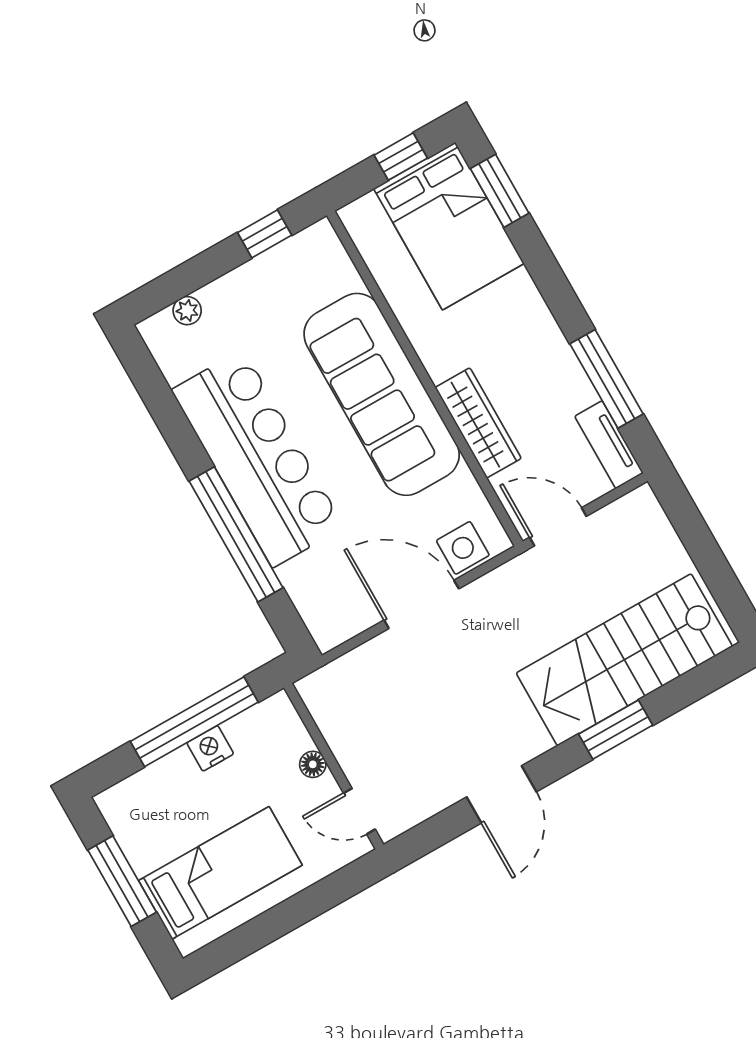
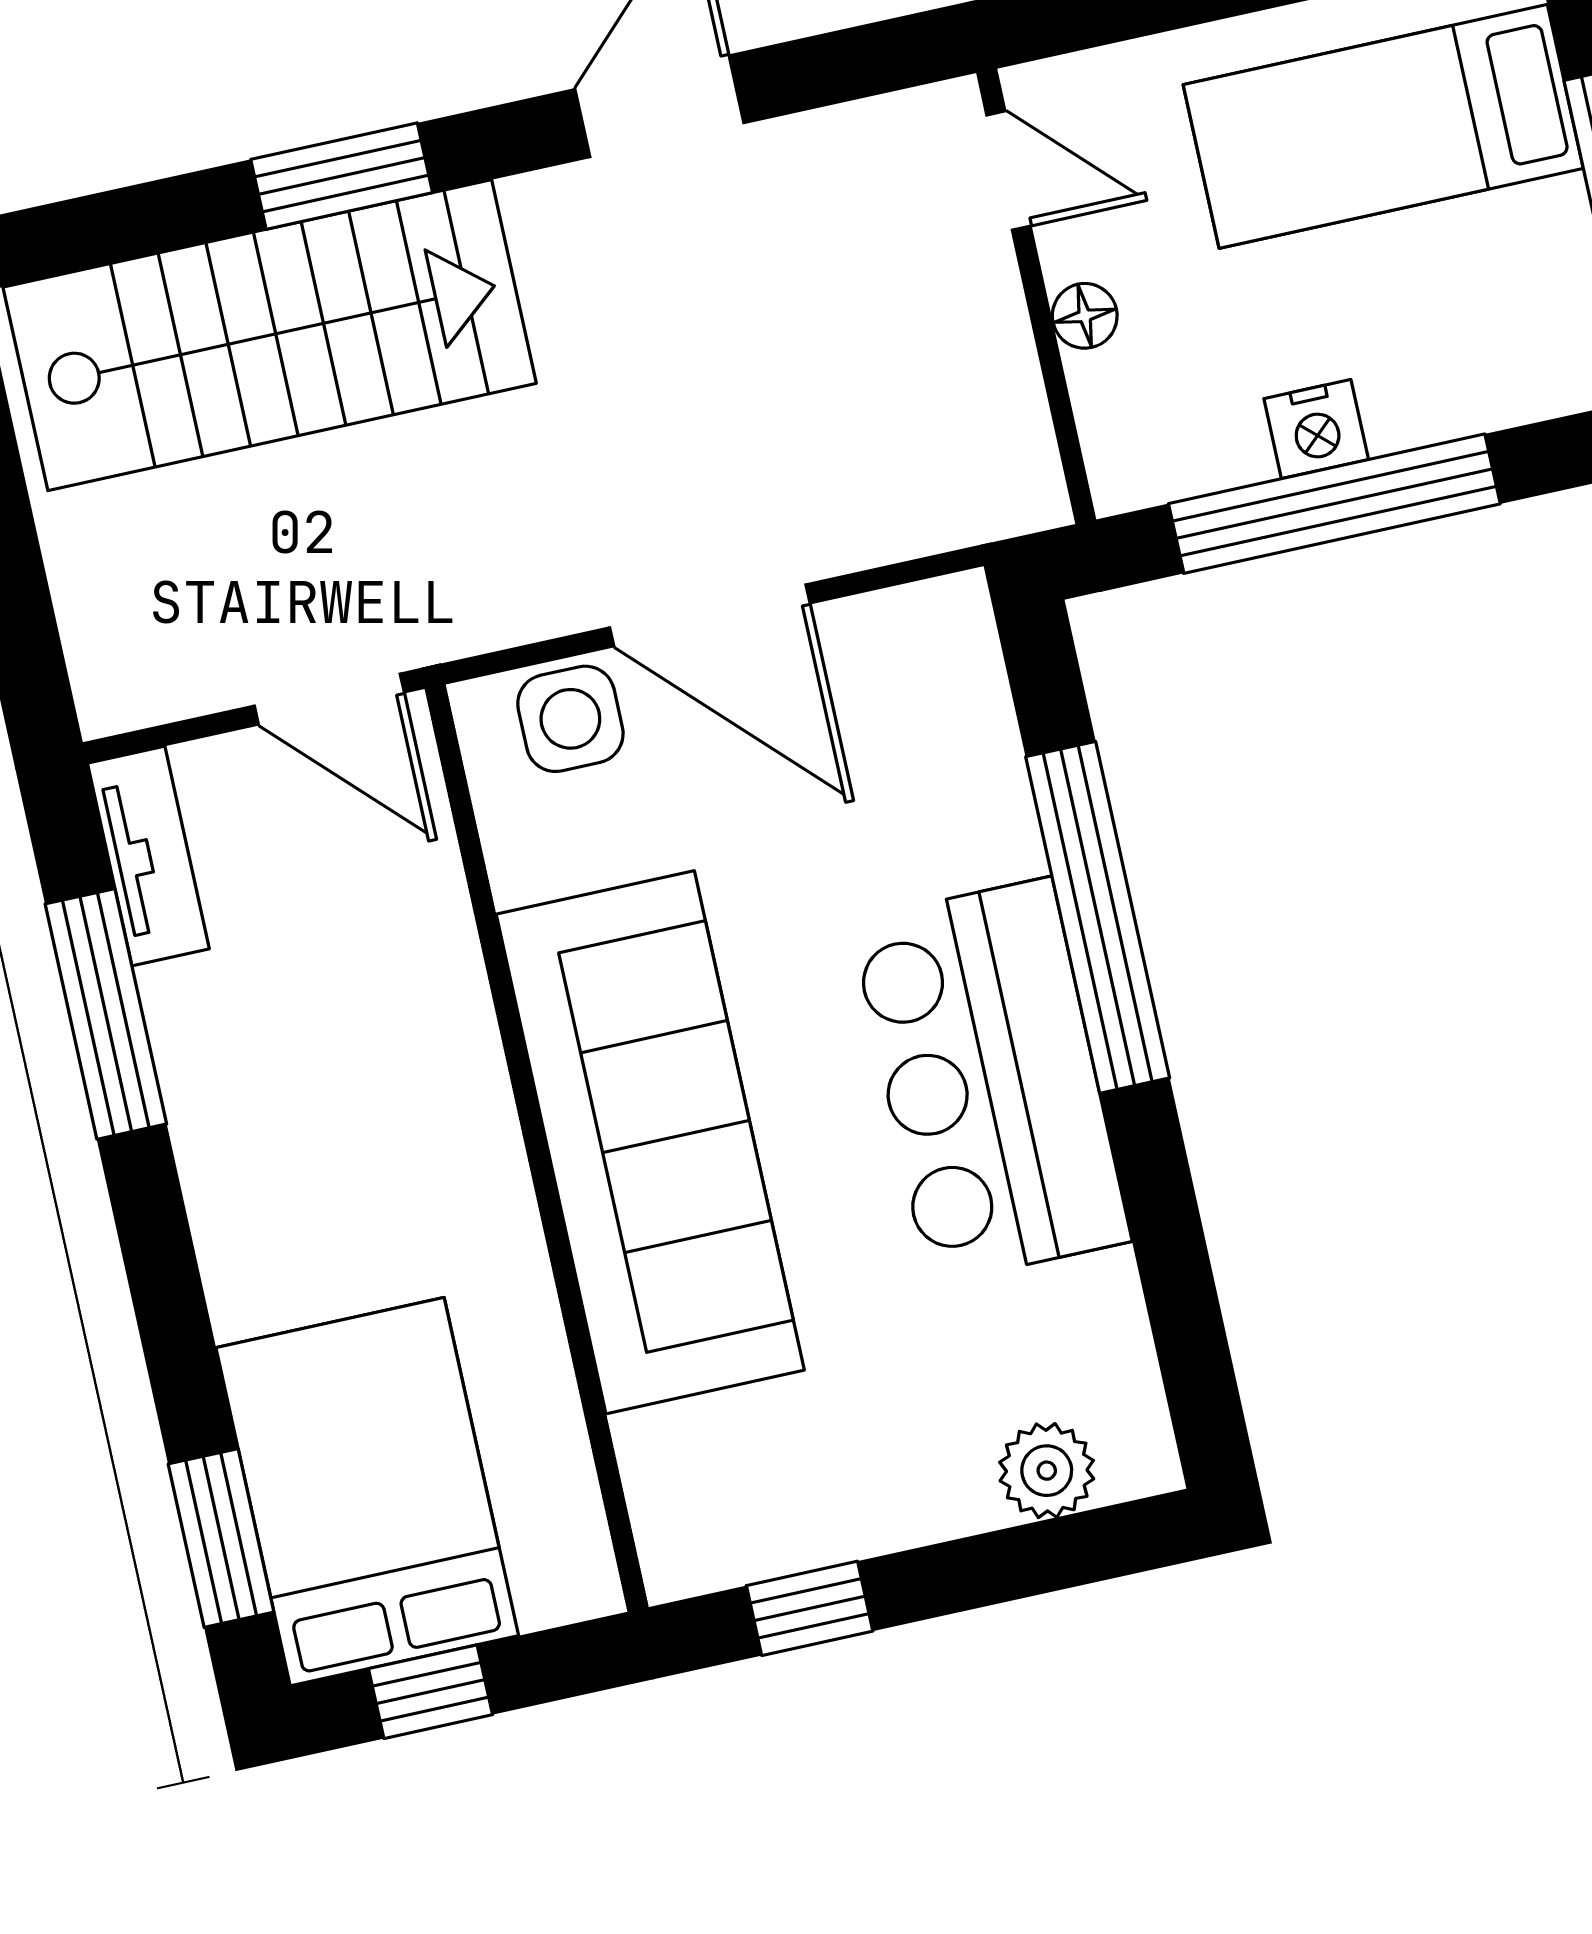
plant: (187, 311) -> (1047, 1471), width x1.38, depth x1.38
wardrobe: (478, 423) -> (442, 1004), removed
bar counter: (258, 459) -> (991, 1081), width x0.73

